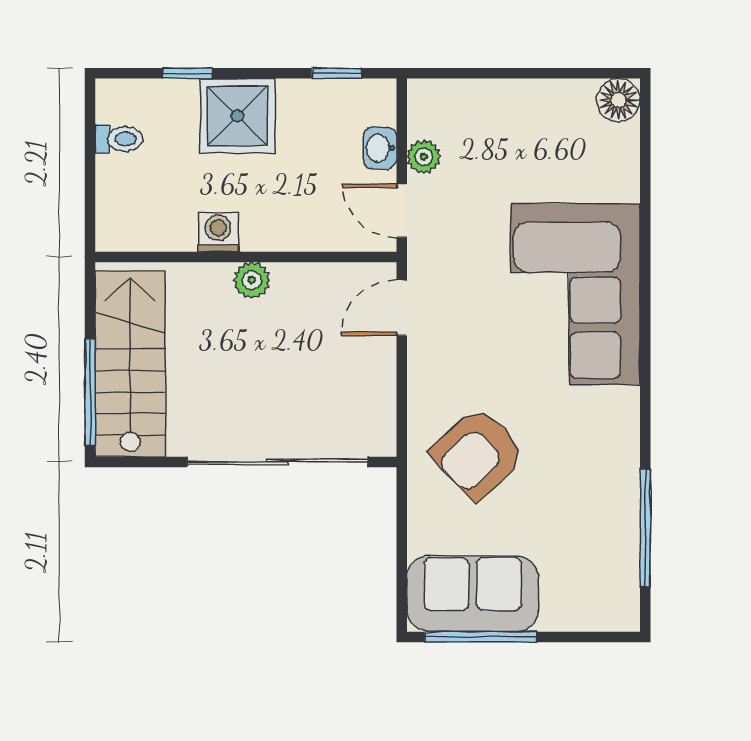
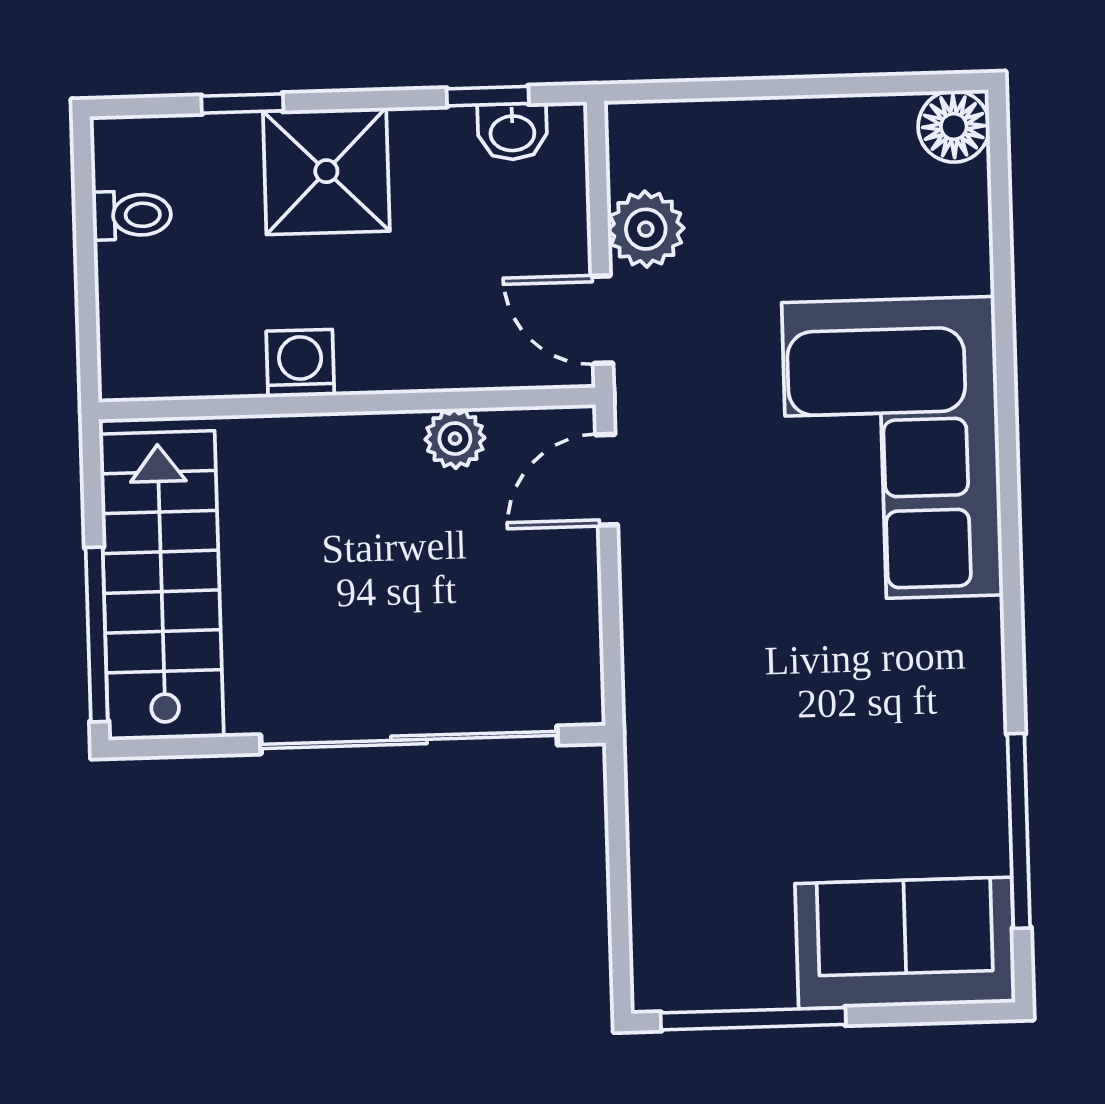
washbasin: (380, 148) -> (512, 132), moved, turned -90
plant: (424, 157) -> (646, 229), width x1.38, depth x1.38
plant: (252, 280) -> (455, 439), moved
armchair: (478, 453) -> (739, 716), removed
sofa: (473, 594) -> (905, 943), moved

